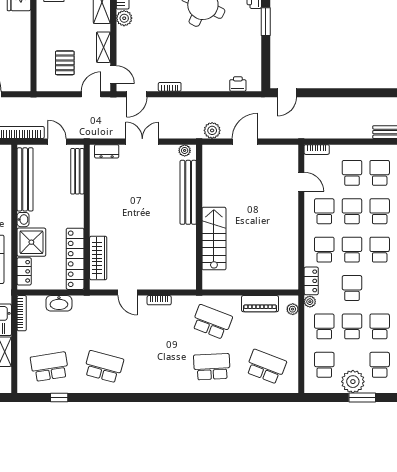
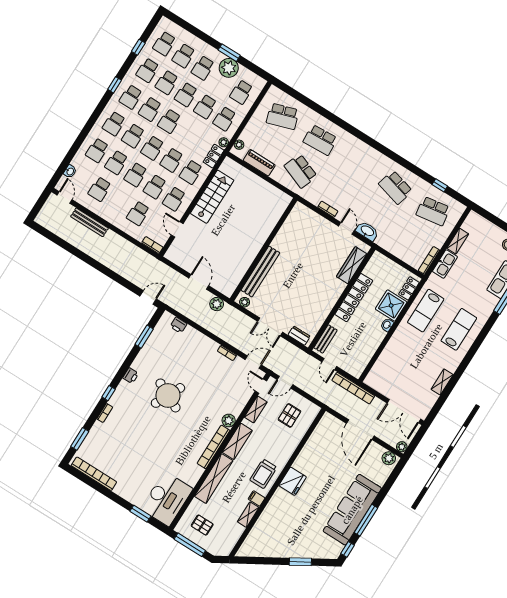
window: (266, 22) -> (144, 337), moved
door: (245, 142) -> (199, 282), swing flipped
bench: (77, 171) -> (326, 339), width x0.73
school desk: (380, 173) -> (119, 201), removed
bench: (25, 179) -> (368, 352), removed
stairs: (214, 239) -> (212, 197), moved, turned 180
locker: (75, 259) -> (354, 298), moved
school desk: (352, 288) -> (169, 121), moved
washbasin: (59, 303) -> (367, 231), moved
school desk: (266, 367) -> (283, 116), turned -39

